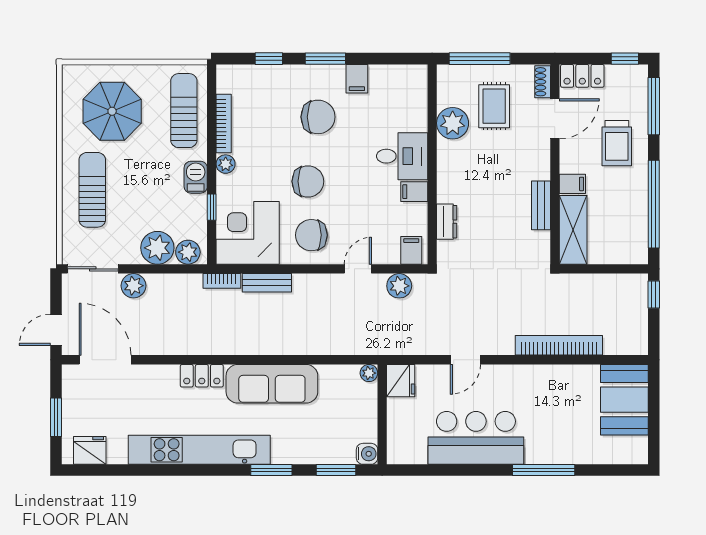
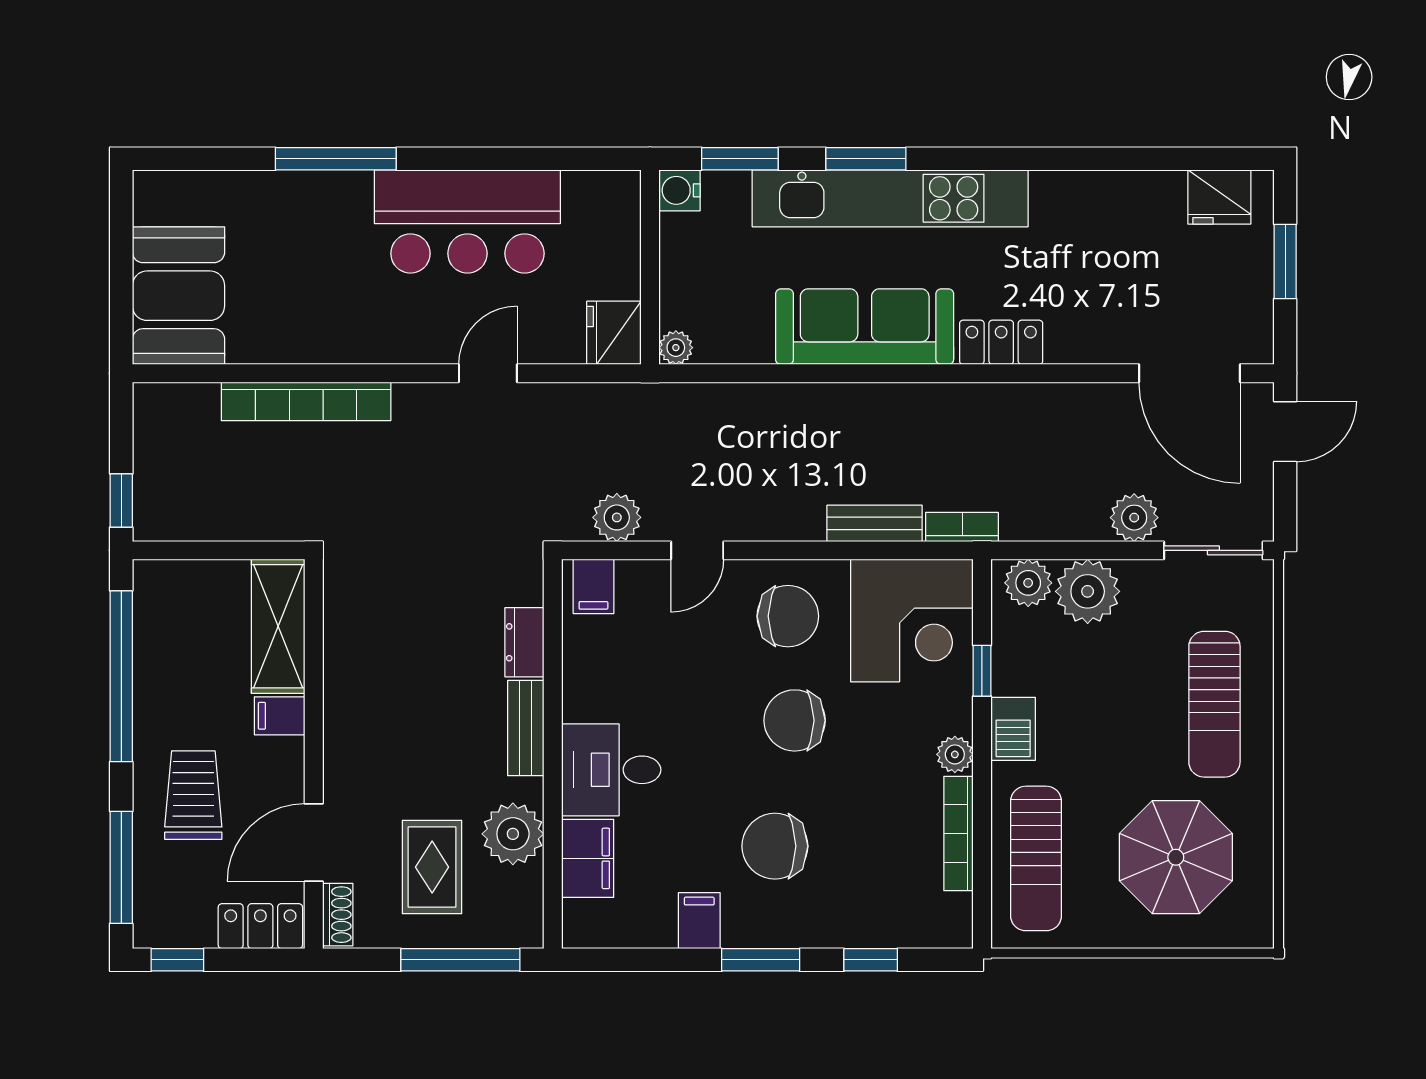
filing cabinet: (414, 192) -> (588, 858), moved, width x2.00
bench: (541, 205) -> (526, 728), moved
kitchen unit: (199, 450) -> (890, 198), moved

